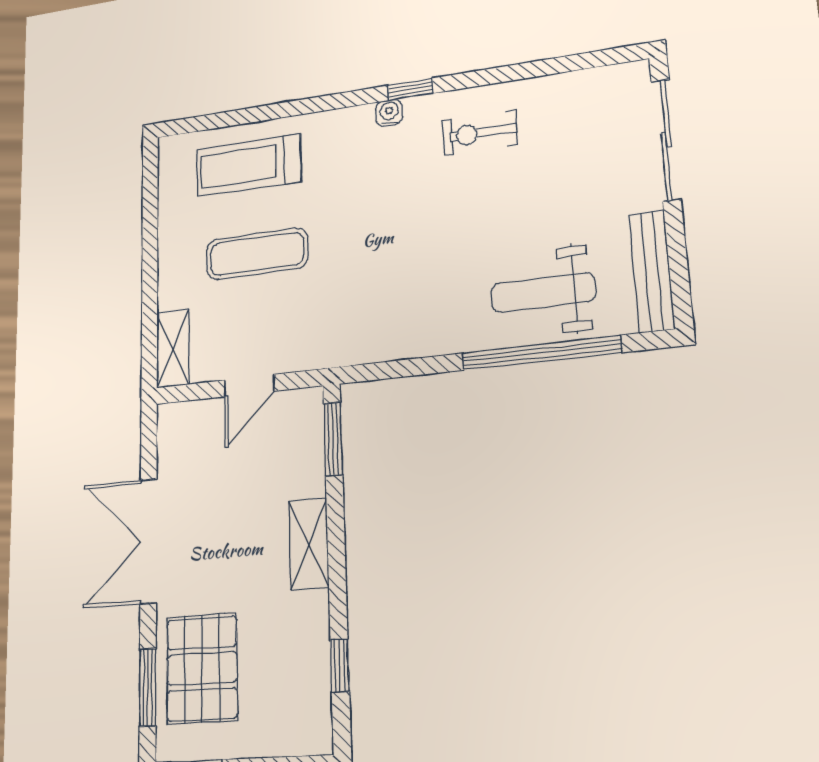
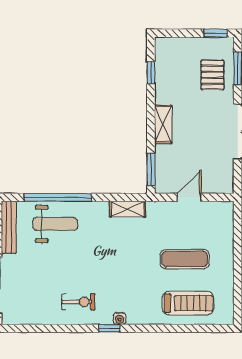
shelving: (173, 348) -> (128, 209), moved, turned 90
pallet: (202, 669) -> (212, 75), width x0.67, depth x0.71

